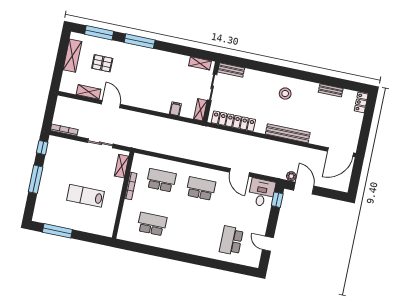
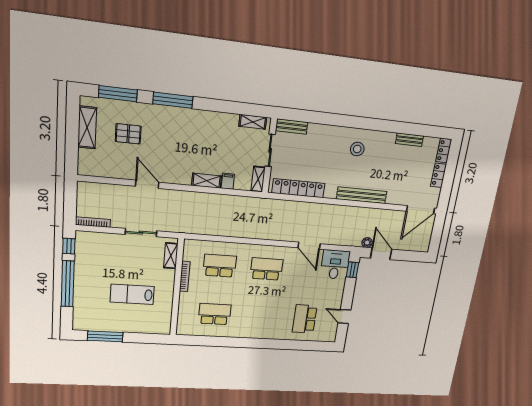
shelving: (89, 92) -> (207, 181), moved
locker: (357, 123) -> (438, 175), added
window: (36, 179) -> (68, 284), width x1.46

